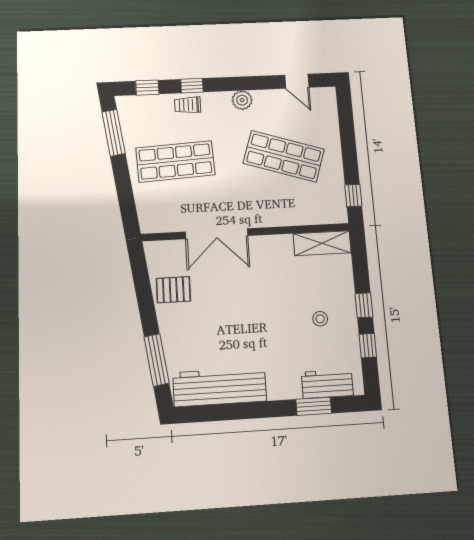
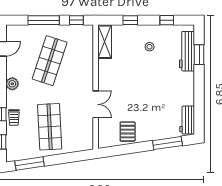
window: (348, 144) -> (44, 20), added
double door: (217, 234) -> (96, 104), width x0.73
window: (364, 305) -> (130, 20), moved
workbench: (327, 384) -> (187, 51), width x1.37
workbench: (220, 387) -> (187, 120), width x0.53, depth x0.76

